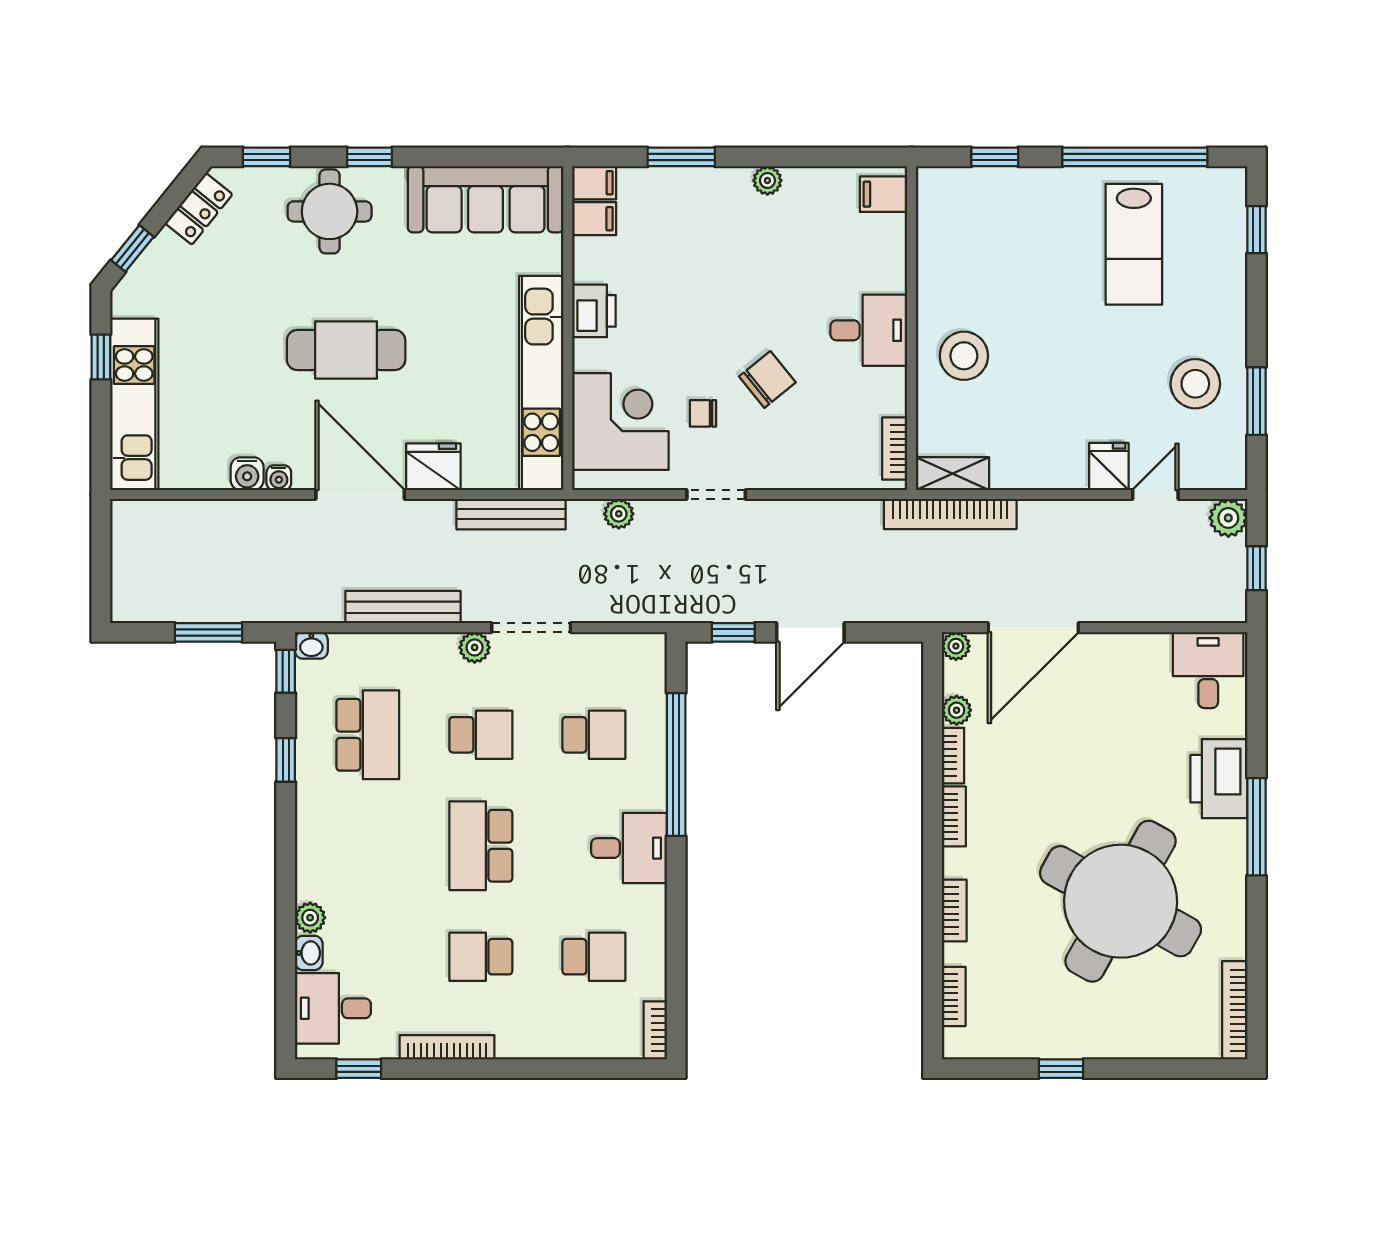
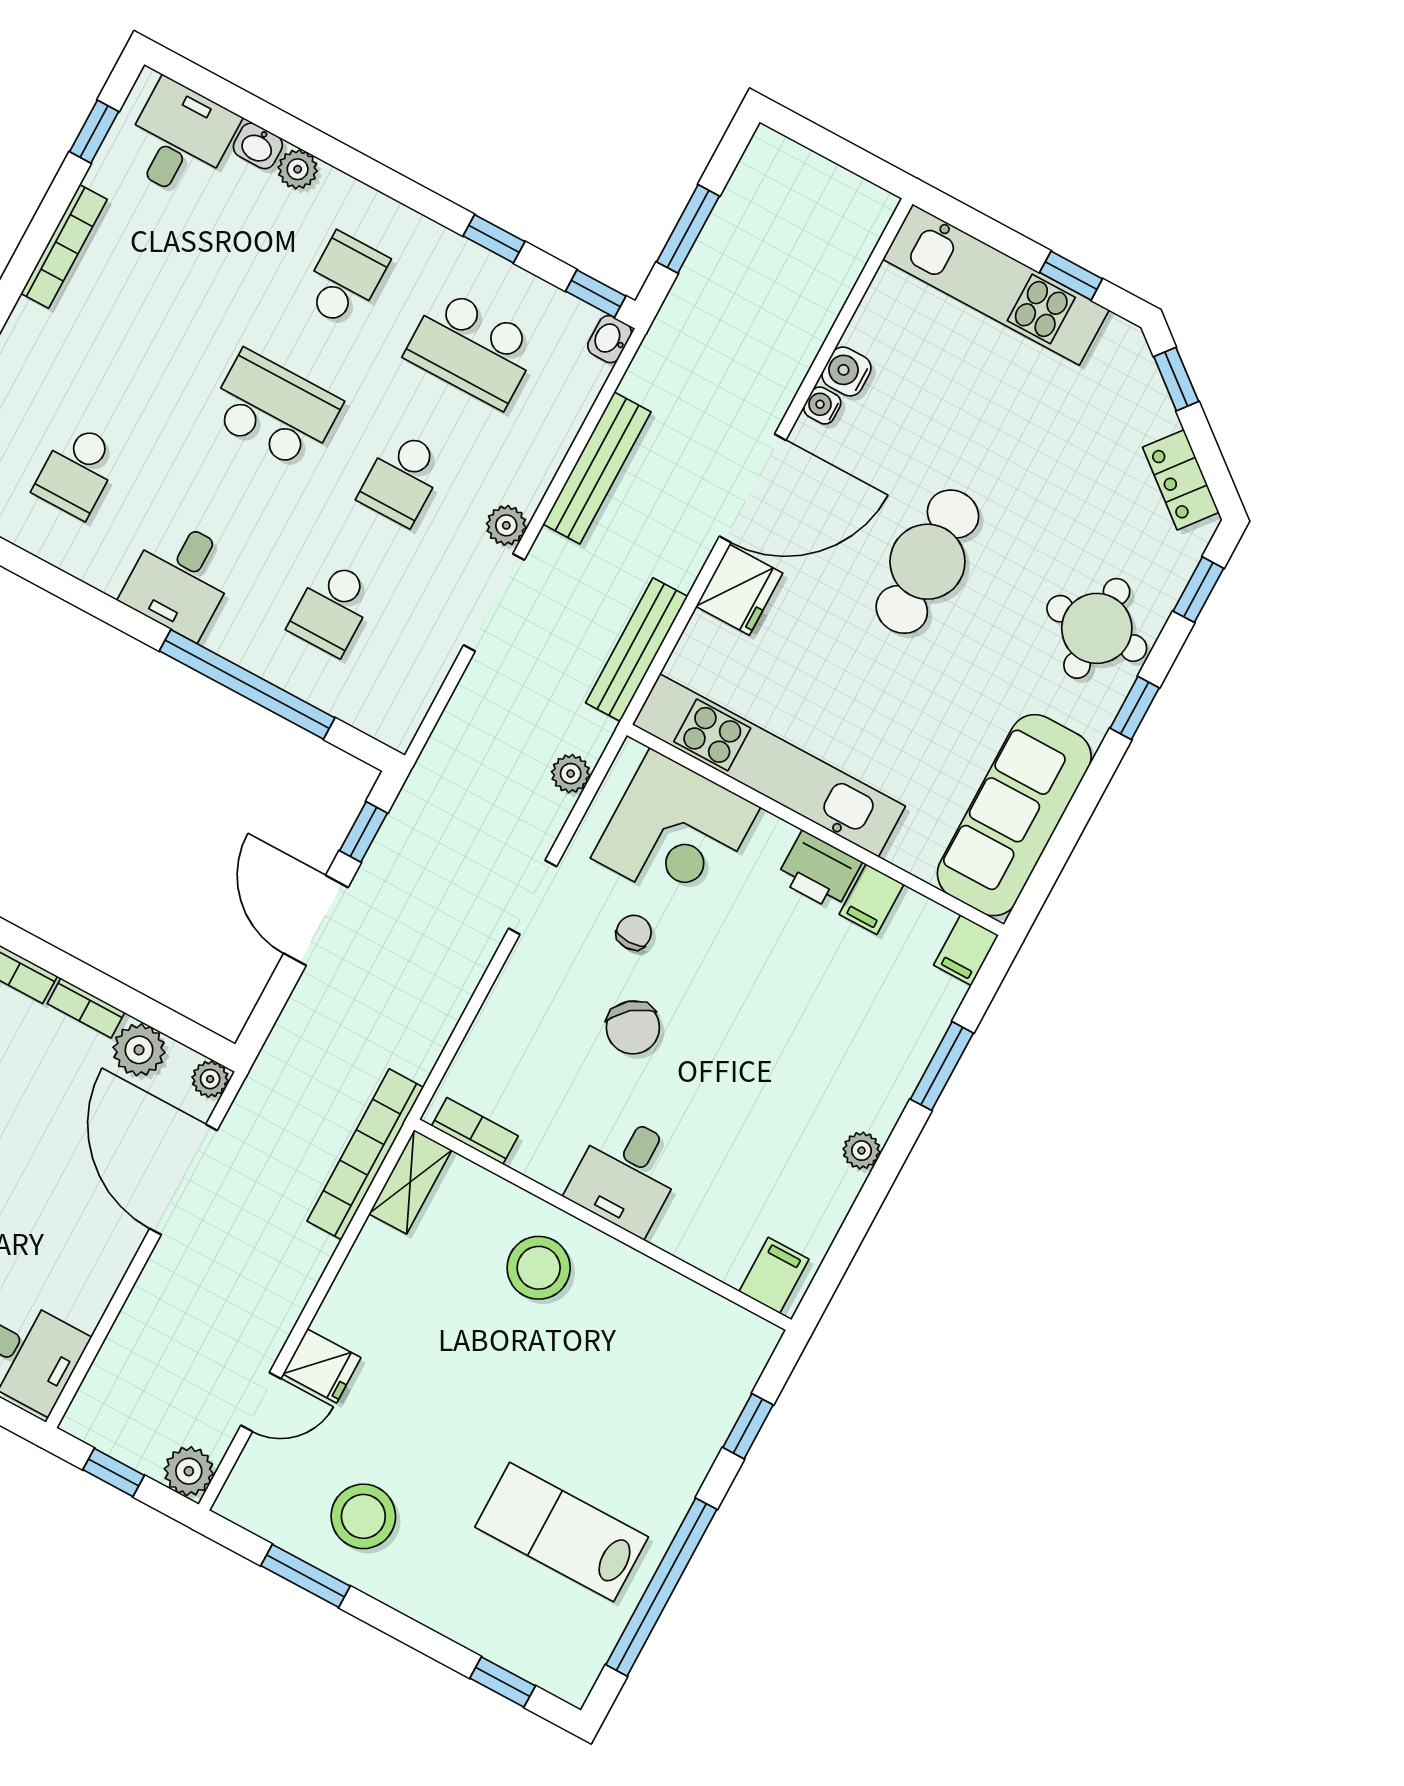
filing cabinet: (594, 219) -> (872, 899), moved
door: (1155, 495) -> (261, 1402), hinge flipped
plant: (957, 710) -> (139, 1050), width x1.38, depth x1.38
school desk: (481, 957) -> (344, 280), moved

